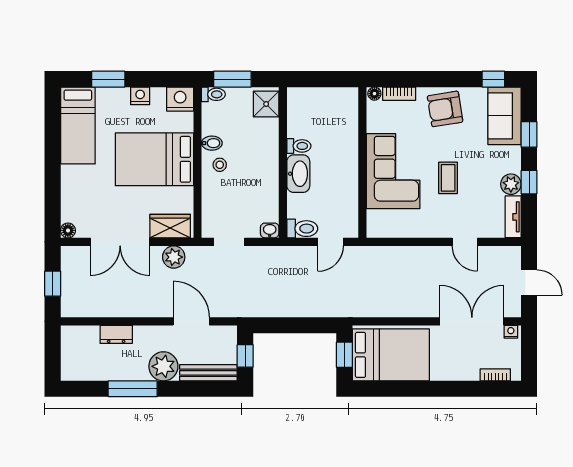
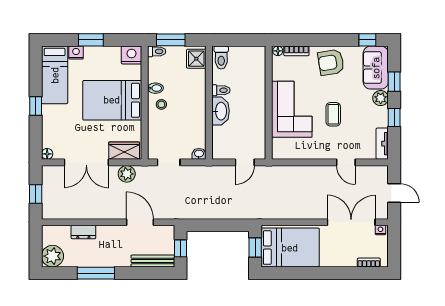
window: (108, 79) -> (91, 40), moved
nightstand: (140, 96) -> (76, 53), moved
window: (53, 167) -> (36, 106), added
plant: (511, 184) -> (381, 98), moved
toilet: (302, 229) -> (221, 58), moved, turned 90
plant: (163, 366) -> (52, 256), moved

